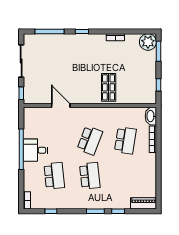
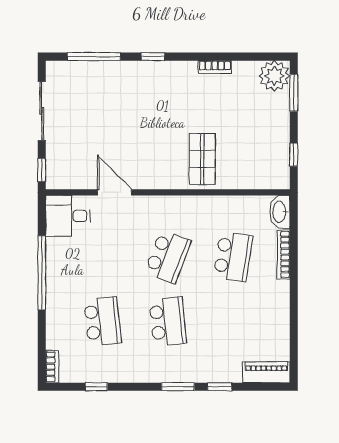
desk: (35, 150) -> (68, 216), moved

